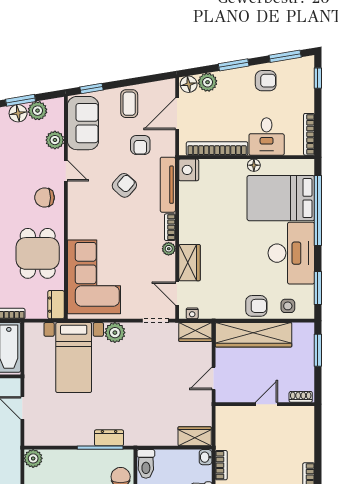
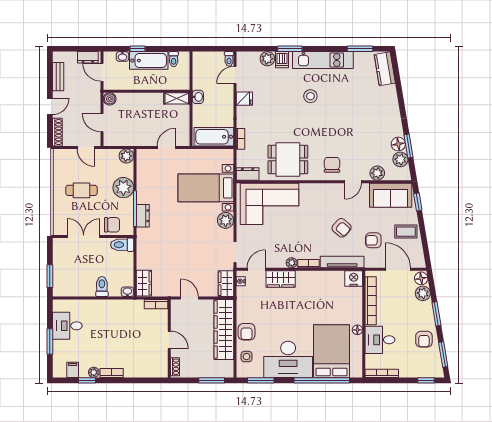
plant: (73, 462) -> (123, 188), added
bookcase: (221, 465) -> (156, 304), moved

